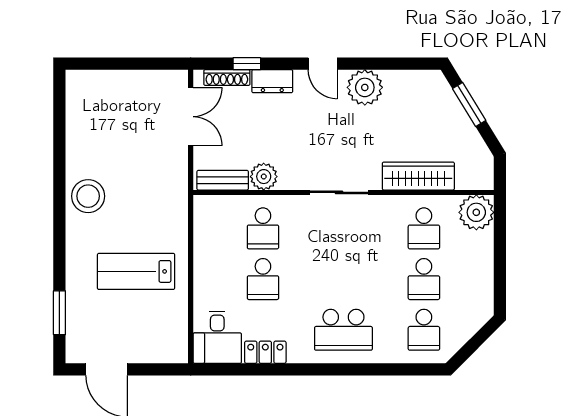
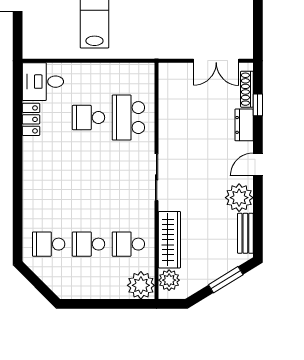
plant: (264, 177) -> (169, 280), moved
bench: (223, 180) -> (245, 233), moved
school desk: (263, 228) -> (128, 118), width x1.85
school desk: (343, 330) -> (49, 181), removed

